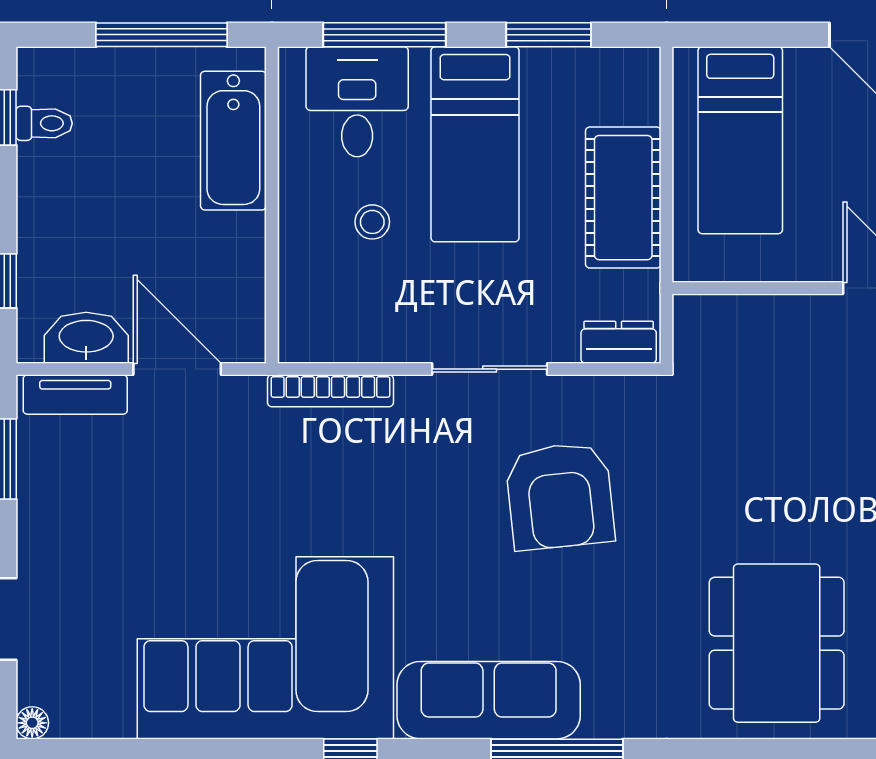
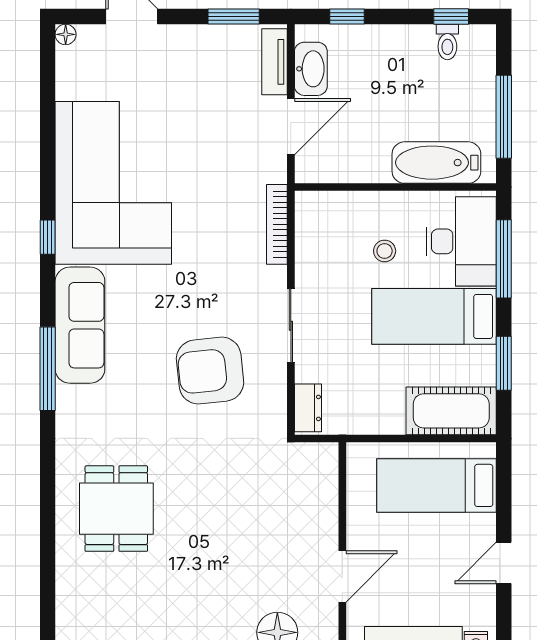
desk: (357, 102) -> (461, 241), width x1.37
cot: (623, 198) -> (451, 411), moved
dining table: (777, 643) -> (116, 509), width x0.73

